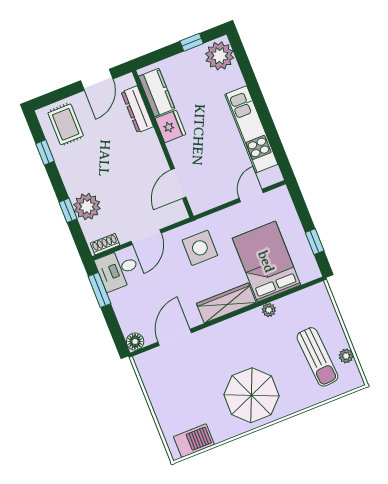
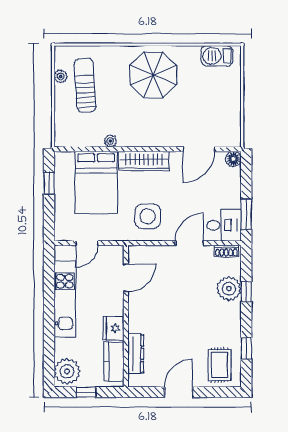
kitchen counter: (157, 93) -> (114, 361), moved
dresser: (137, 109) -> (136, 354), moved
fridge: (170, 126) -> (113, 328), moved
wall: (163, 144) -> (126, 316), moved
door: (178, 183) -> (126, 278), moved

